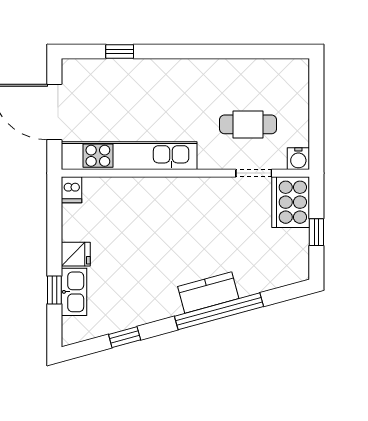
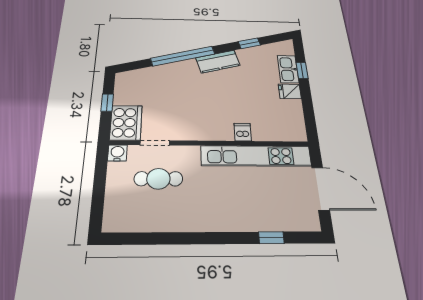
dishwasher: (72, 190) -> (243, 132), moved
kitchen counter: (208, 293) -> (218, 62), moved

